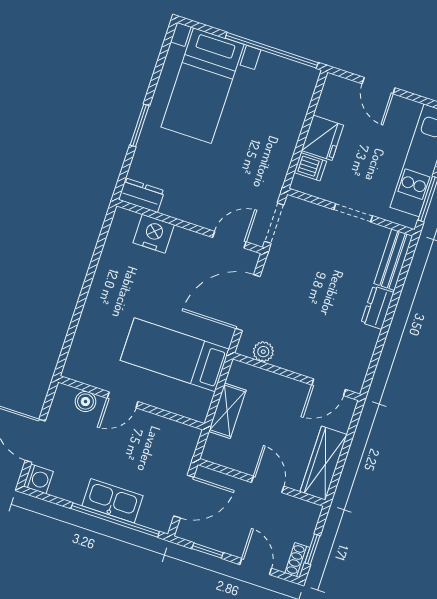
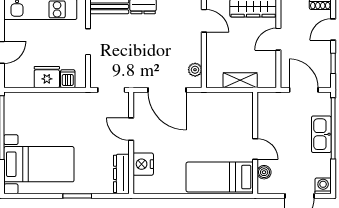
dresser: (141, 195) -> (121, 174), width x1.44
door: (229, 240) -> (131, 129), moved
bed: (175, 355) -> (220, 177), moved, turned 90

